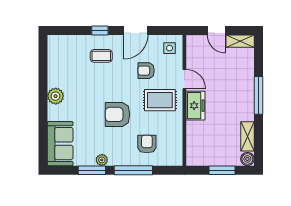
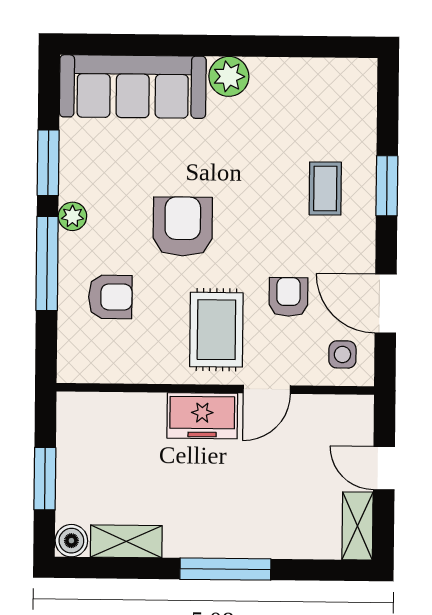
window: (100, 31) -> (387, 186), width x1.50
door: (136, 31) -> (386, 304), moved
door: (216, 31) -> (384, 468), hinge flipped
sofa: (60, 144) -> (133, 87), width x1.36
plant: (102, 160) -> (72, 216), moved

